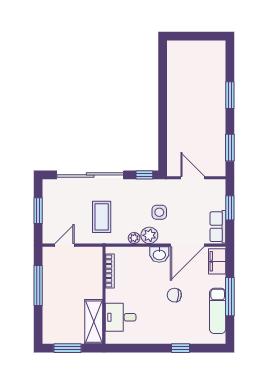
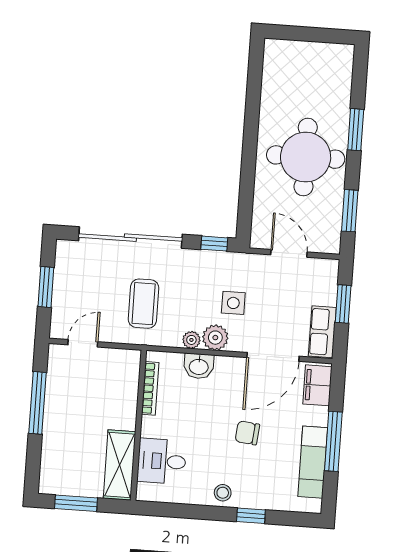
round table: (199, 115) -> (306, 157), added
washbasin: (159, 254) -> (199, 366), moved
stool: (161, 335) -> (223, 493), added

